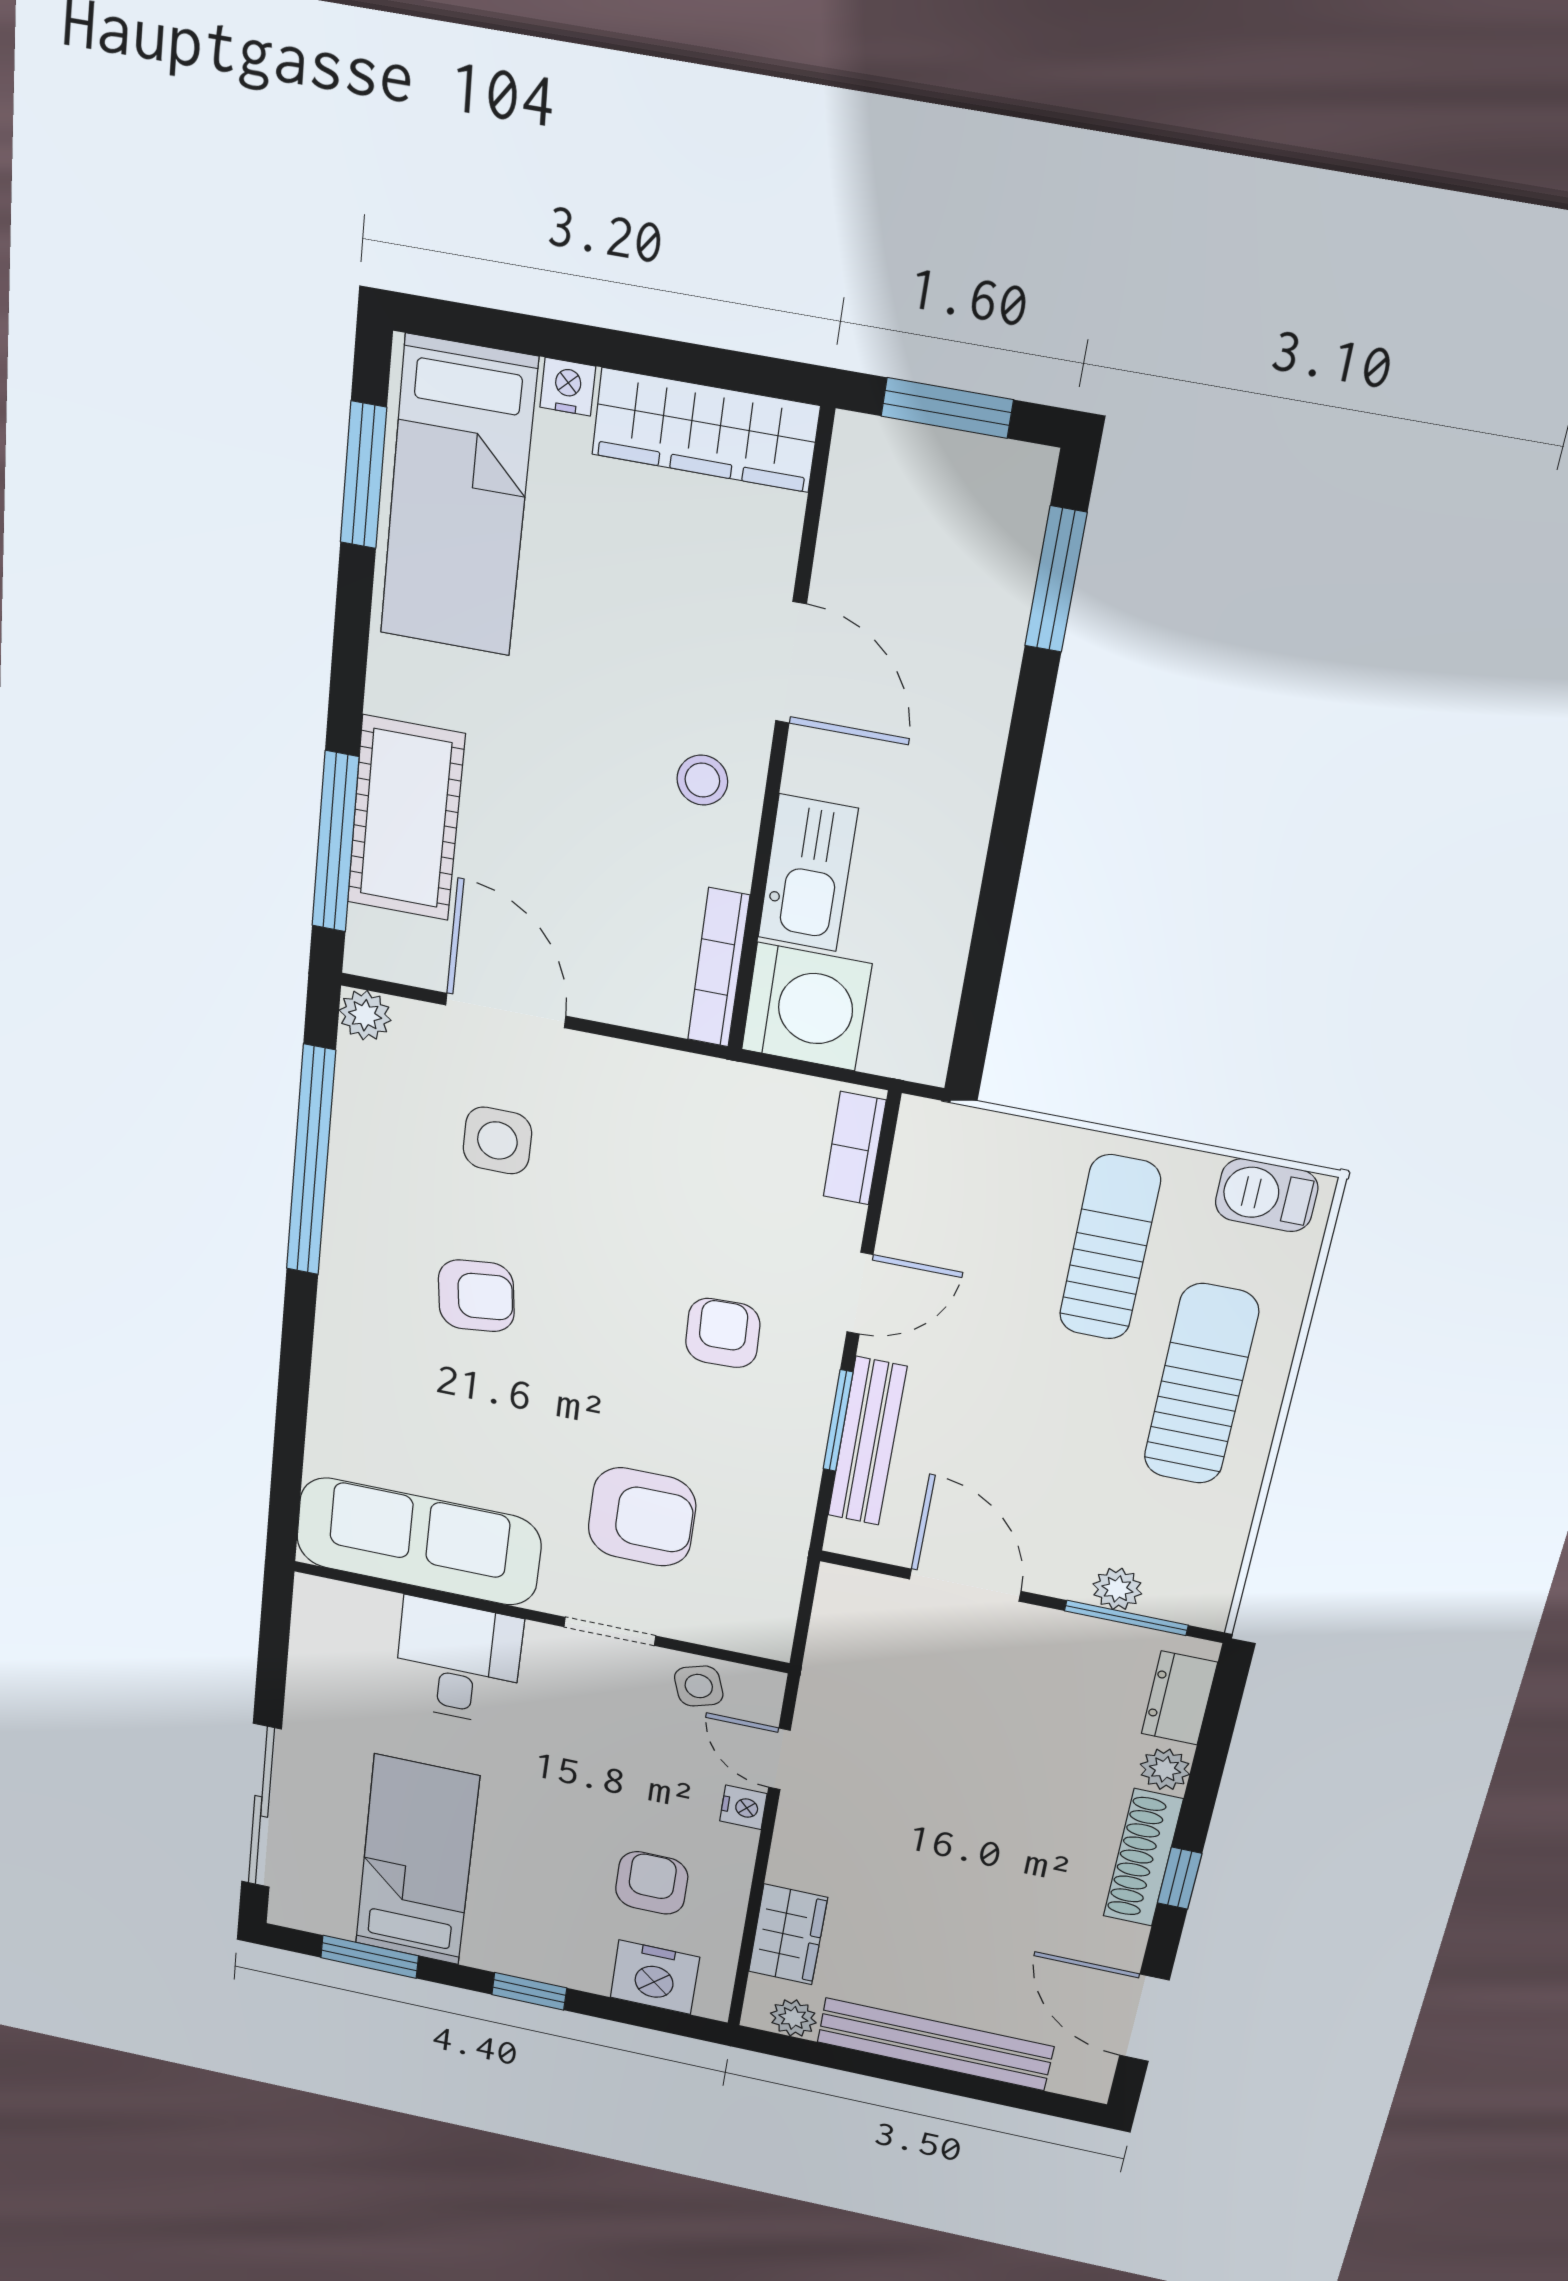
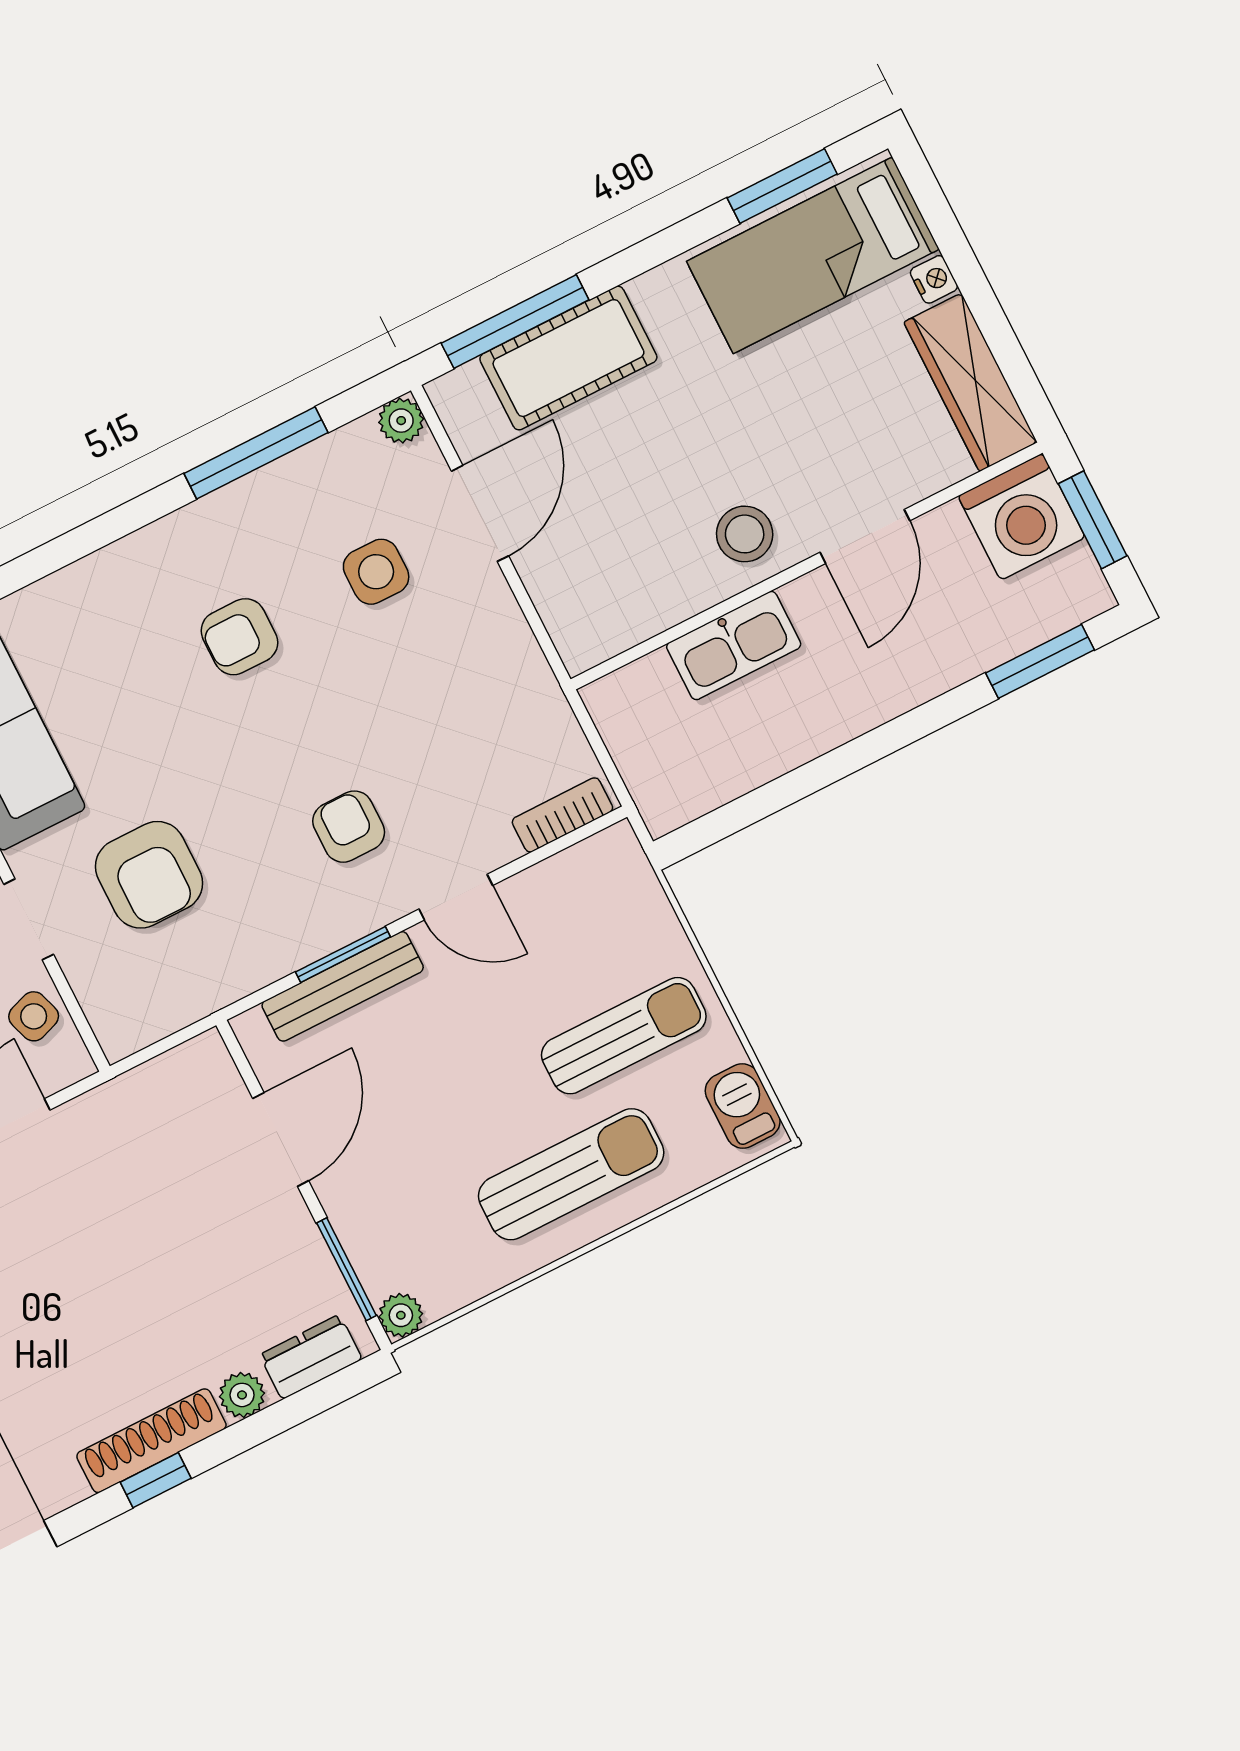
stool: (702, 780) -> (745, 534), width x1.37, depth x1.37
bookcase: (719, 968) -> (622, 634), removed
washing machine: (806, 1007) -> (1022, 517), moved
window: (311, 1161) -> (256, 453), width x0.68
armchair: (476, 1296) -> (239, 637), turned 97
armchair: (723, 1333) -> (349, 827), turned -88
plant: (1117, 1589) -> (401, 1315), moved

